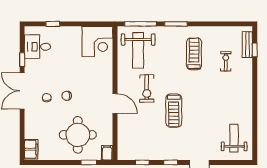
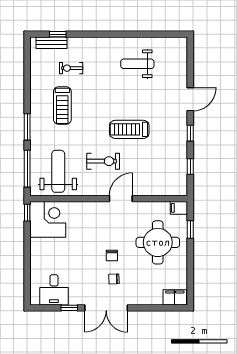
window: (53, 24) -> (27, 213), moved
weight bench: (138, 50) -> (58, 171), turned -90
treadmill: (194, 54) -> (62, 106), turned -90
treadmill: (174, 111) -> (129, 129), turned 180
weight bench: (234, 138) -> (137, 64), moved

